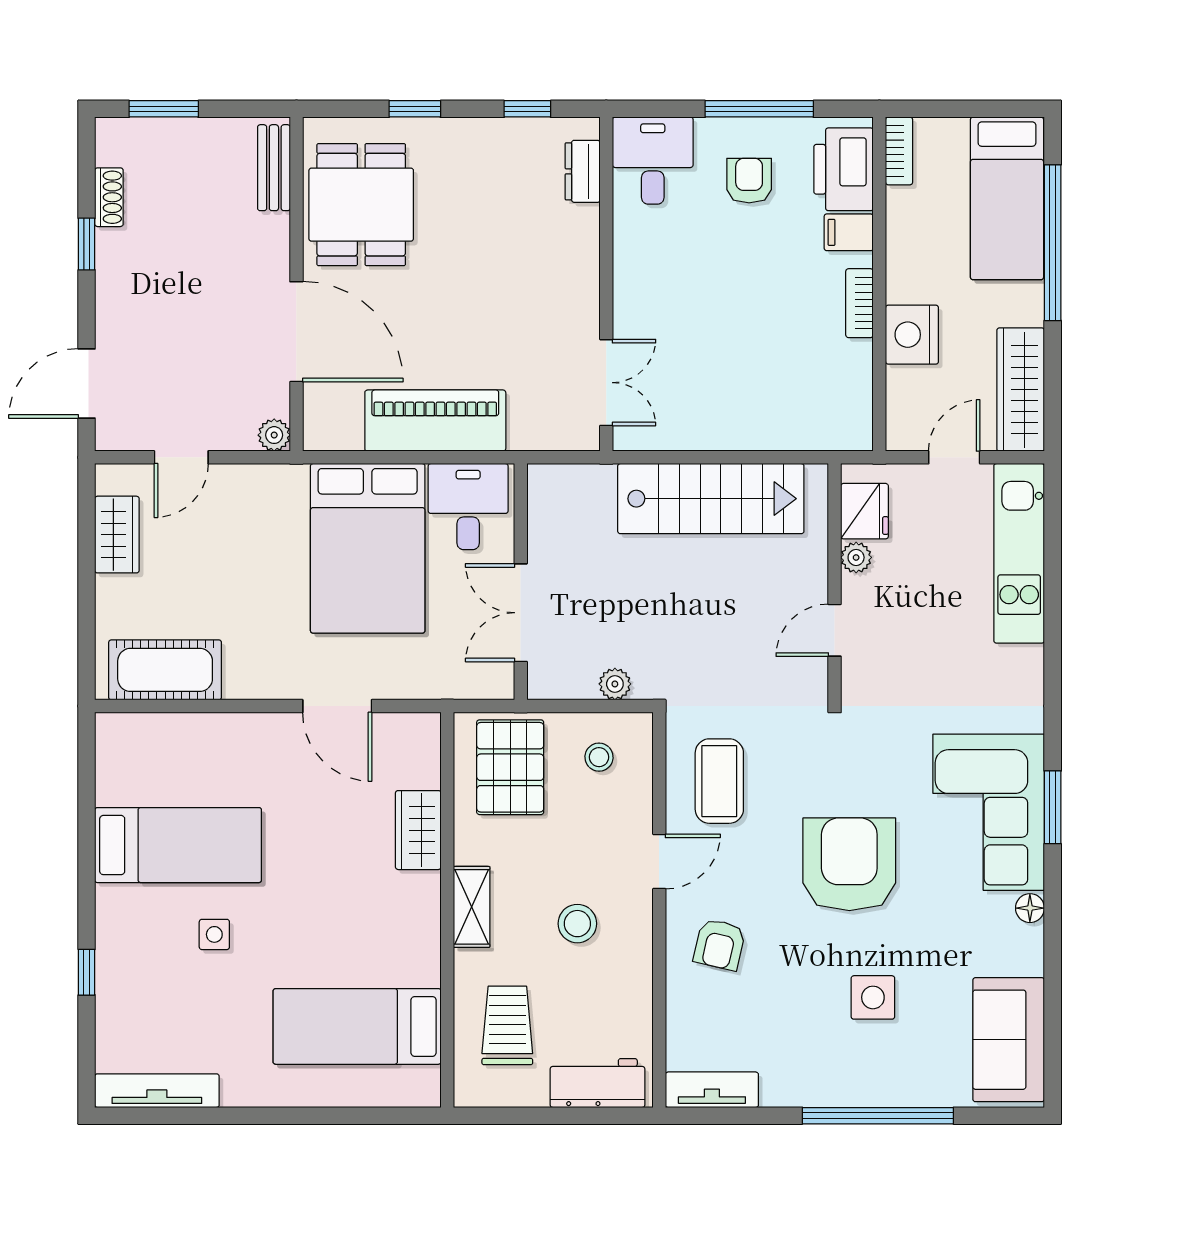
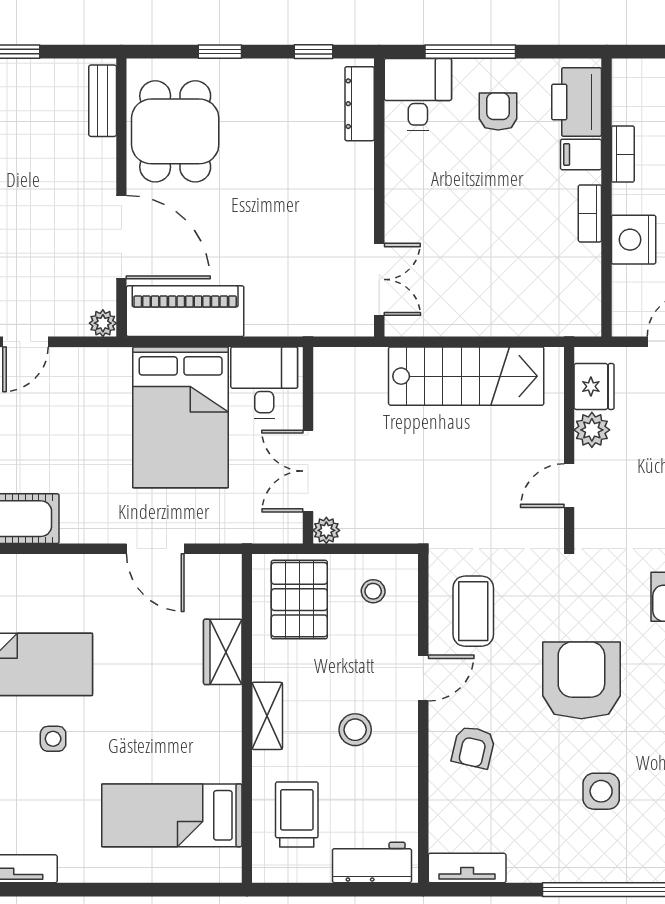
window: (759, 109) -> (470, 52), moved
bookcase: (899, 151) -> (623, 154), moved
dresser: (583, 171) -> (360, 104), width x1.44
piano: (435, 421) -> (185, 311), moved
plant: (856, 557) -> (592, 430), width x1.38, depth x1.38
plant: (615, 684) -> (326, 530), moved

